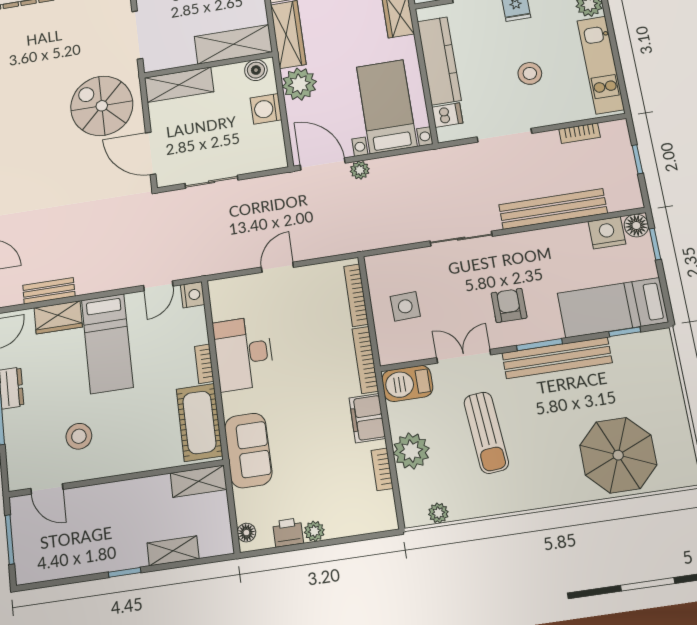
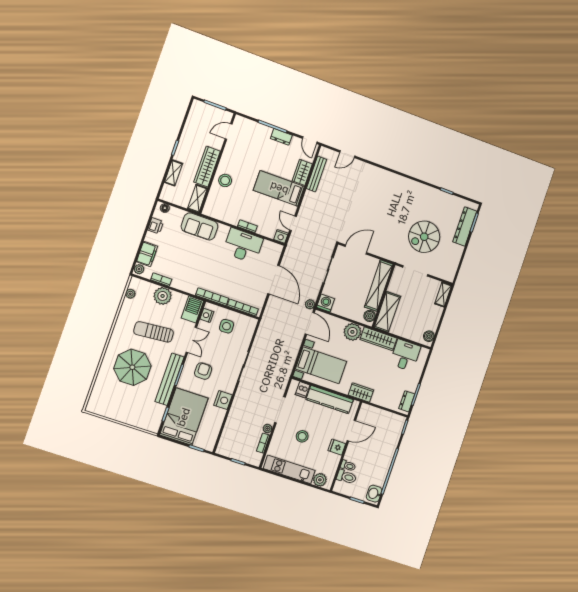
shelving: (179, 85) -> (379, 286), width x1.47
spiral stairs: (102, 106) -> (424, 237), moved, turned 180
washing machine: (266, 109) -> (325, 303), moved
plant: (549, 139) -> (267, 429), added
door: (323, 164) -> (310, 323), hinge flipped
plant: (360, 170) -> (310, 304), moved
bench: (553, 209) -> (235, 413), removed
floor lamp: (636, 225) -> (209, 445), removed
nightstand: (607, 233) -> (223, 400), moved
door: (277, 267) -> (274, 280), width x1.88
bench: (49, 291) -> (317, 174), width x1.36
armchair: (509, 305) -> (203, 371), turned -90
bed: (613, 308) -> (184, 417), width x1.50
nightstand: (404, 352) -> (207, 315), added
filing cabinet: (367, 418) -> (147, 254), moved, turned 90
cot: (199, 422) -> (223, 211), removed
stool: (79, 436) -> (225, 180), moved
parasol: (618, 455) -> (132, 367), moved
wardrobe: (131, 495) -> (207, 167), added
plant: (314, 531) -> (139, 269), moved

